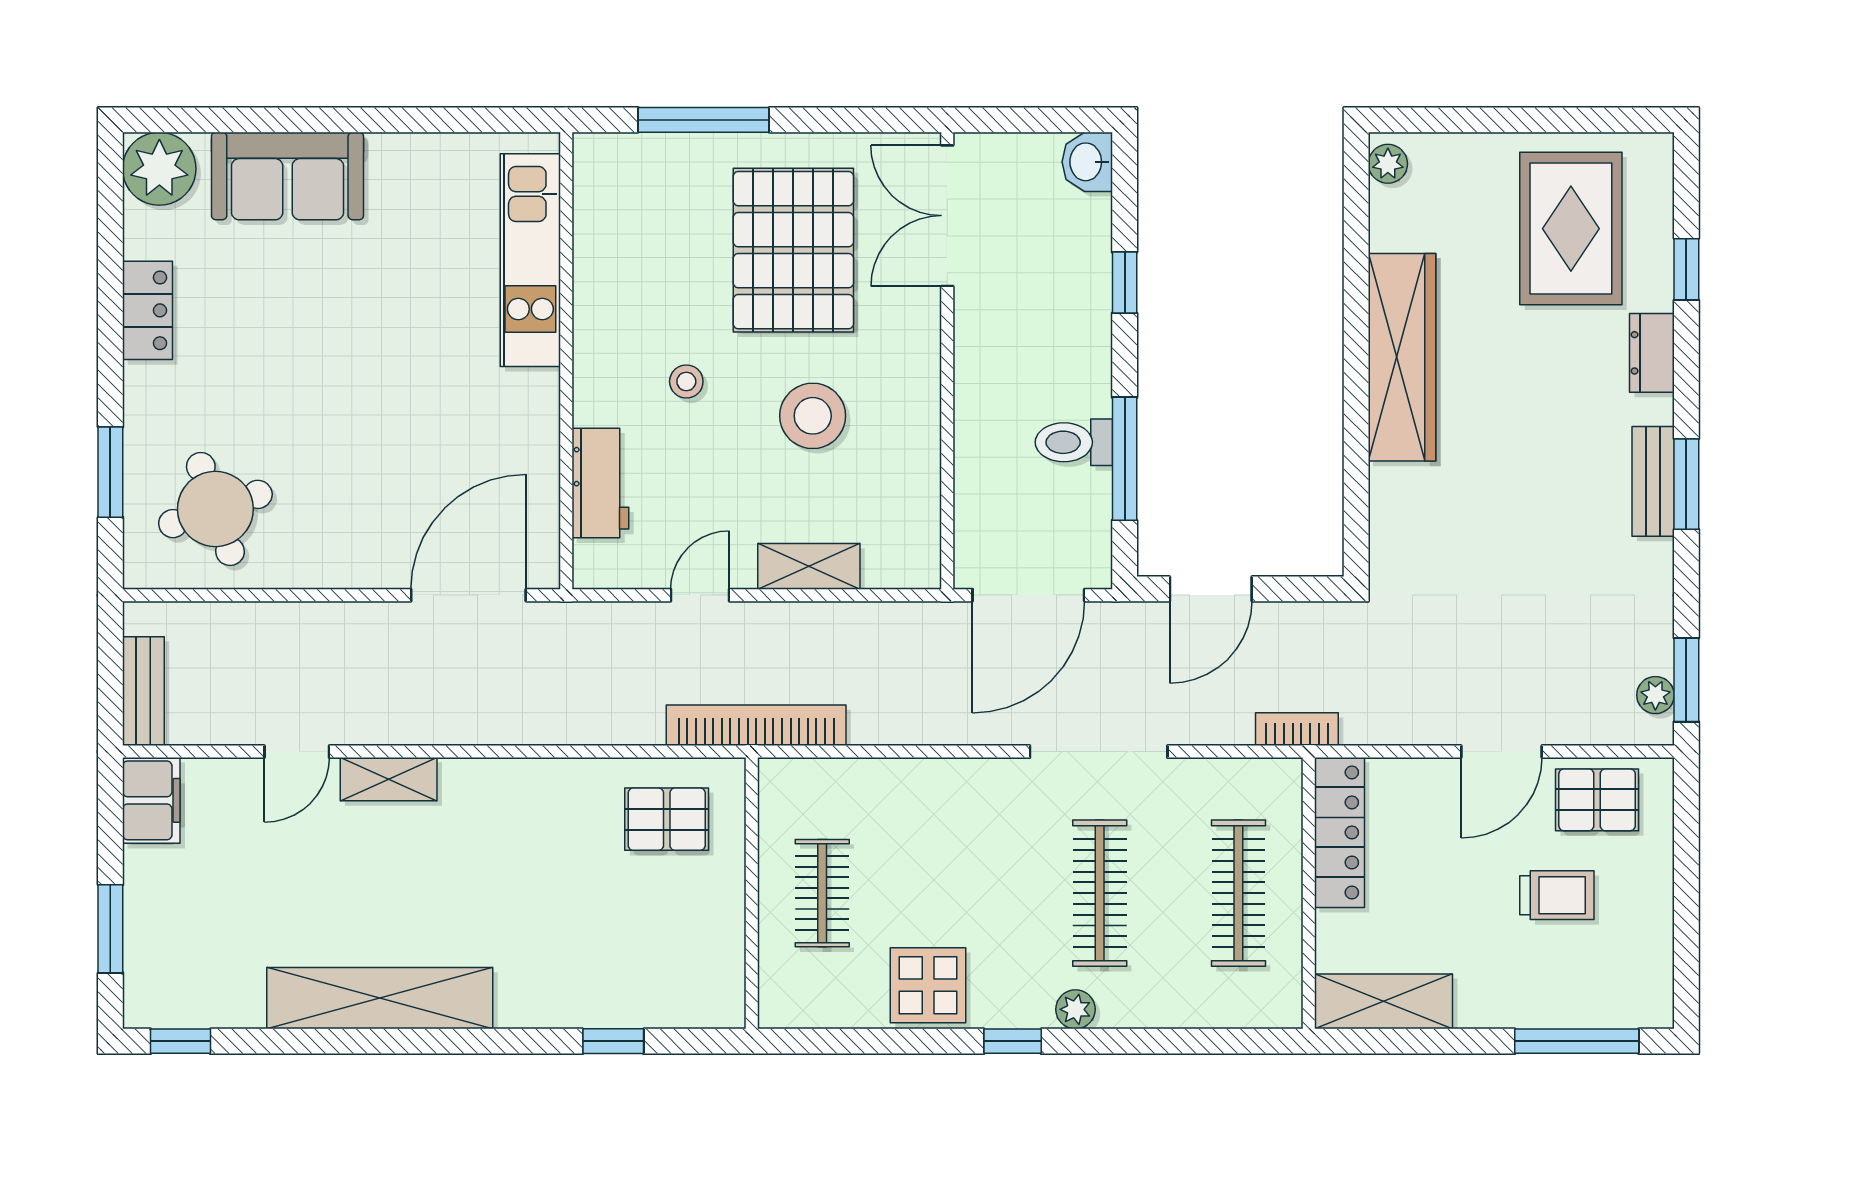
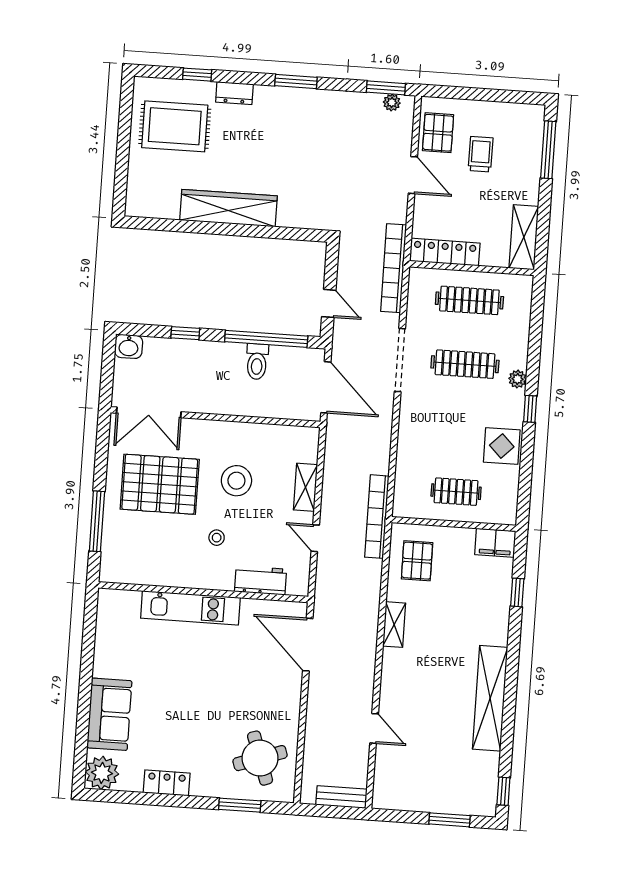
plant: (1388, 164) -> (139, 208), removed
kitchen unit: (530, 260) -> (190, 608), moved
window: (1125, 459) -> (266, 339), width x1.46
bench: (1653, 481) -> (294, 97), removed
door: (1211, 589) -> (329, 303), width x0.73
bookcase: (1297, 729) -> (394, 268), width x2.31, depth x1.31
shelving: (389, 779) -> (394, 625), moved
filing cabinet: (151, 800) -> (495, 543), moved, turned 180

